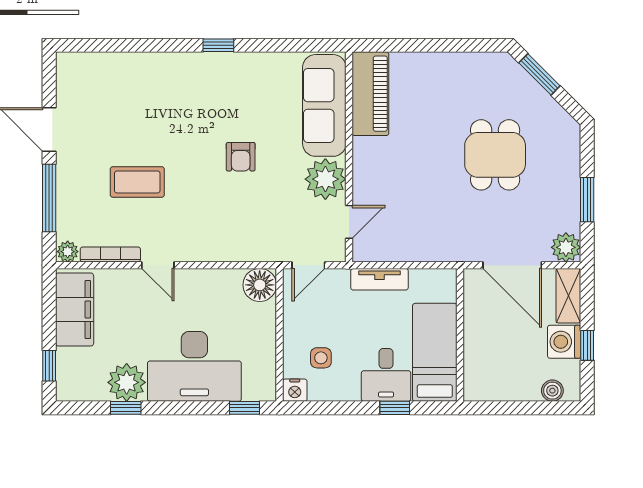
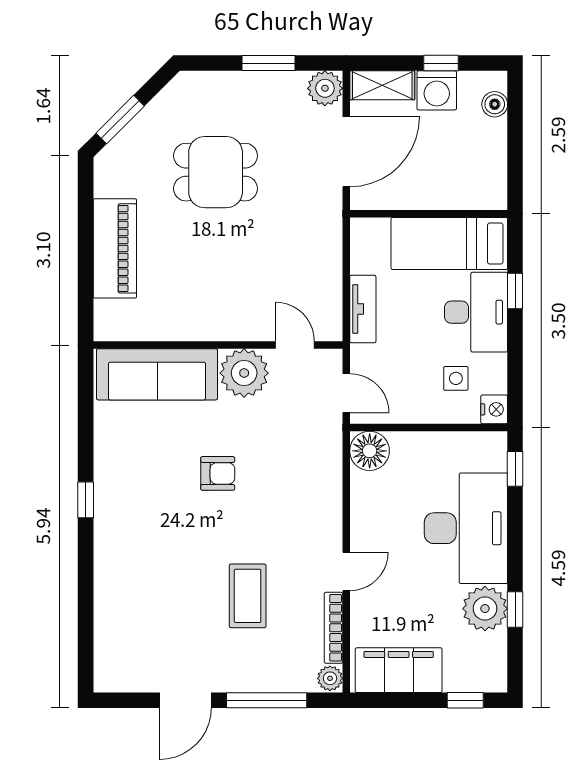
piano: (370, 94) -> (115, 248), moved, turned 90
desk: (386, 375) -> (476, 312), width x1.37

